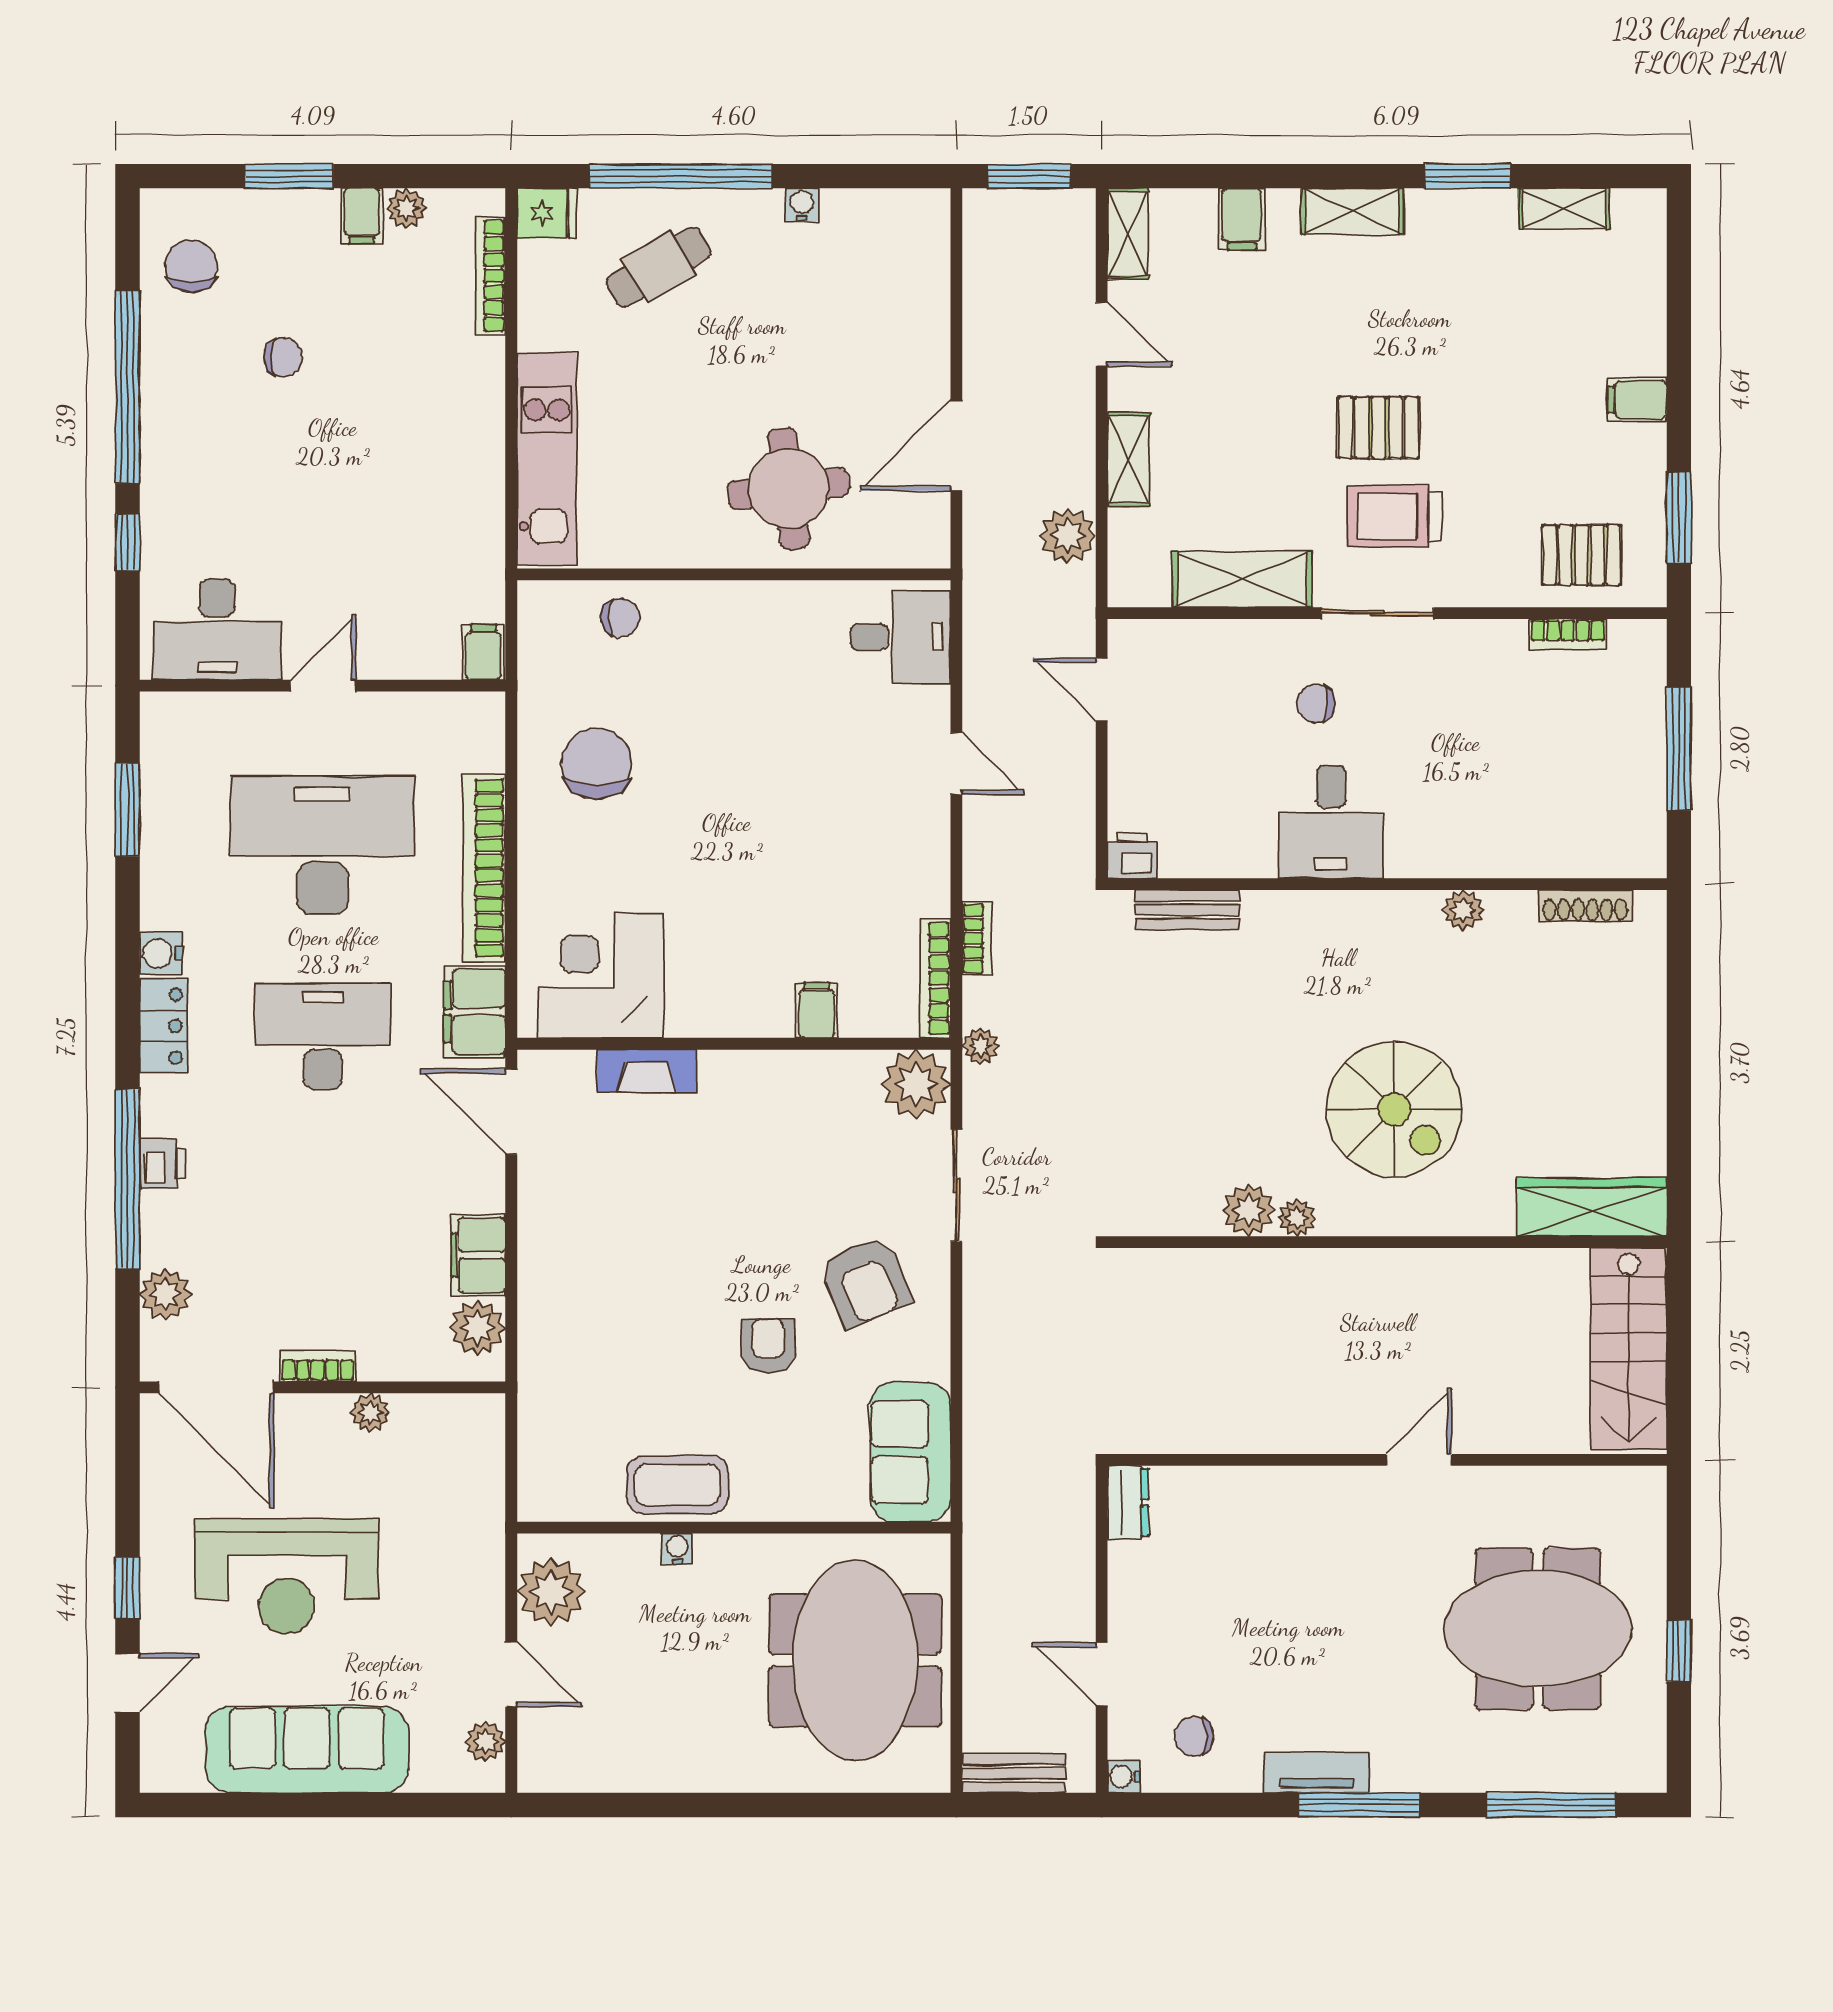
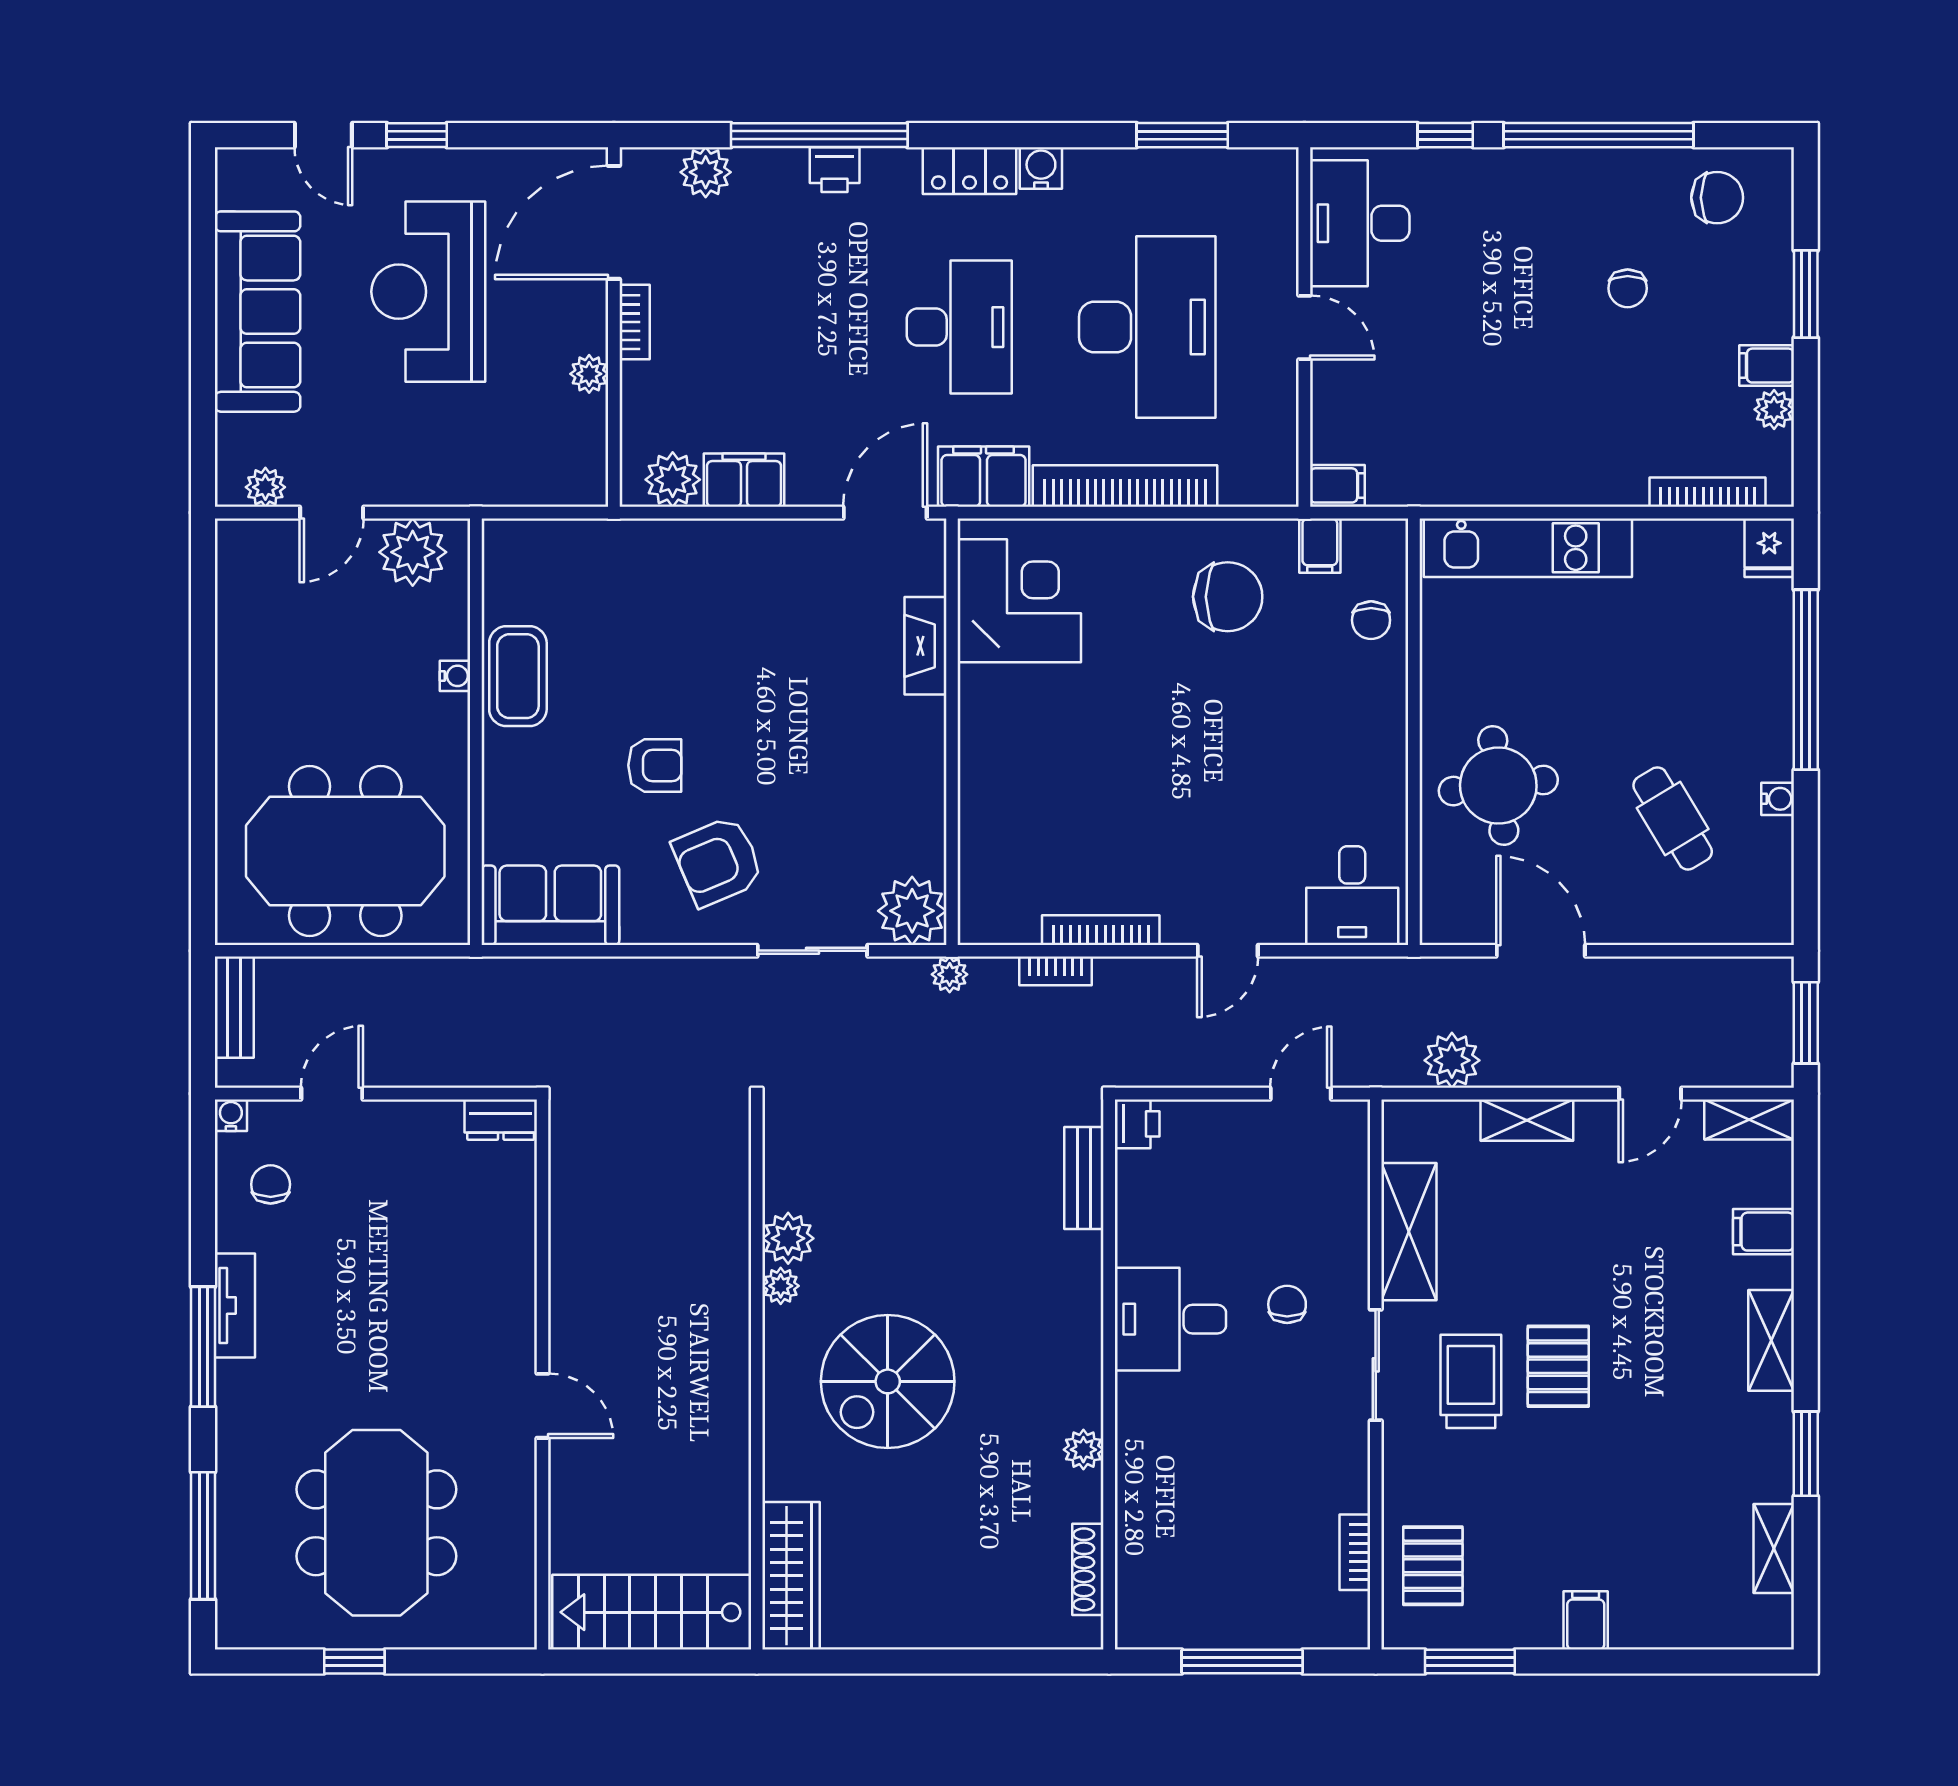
cafe table: (659, 267) -> (1673, 818), moved
bookcase: (935, 978) -> (1101, 930), moved
filing cabinet: (817, 1010) -> (1320, 546), moved, turned 90

